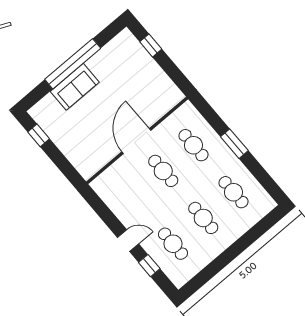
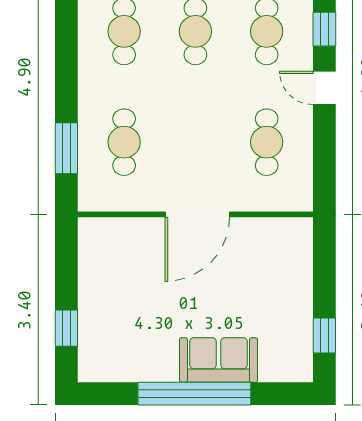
window: (234, 144) -> (66, 148), moved
cafe table: (163, 171) -> (267, 142), moved

